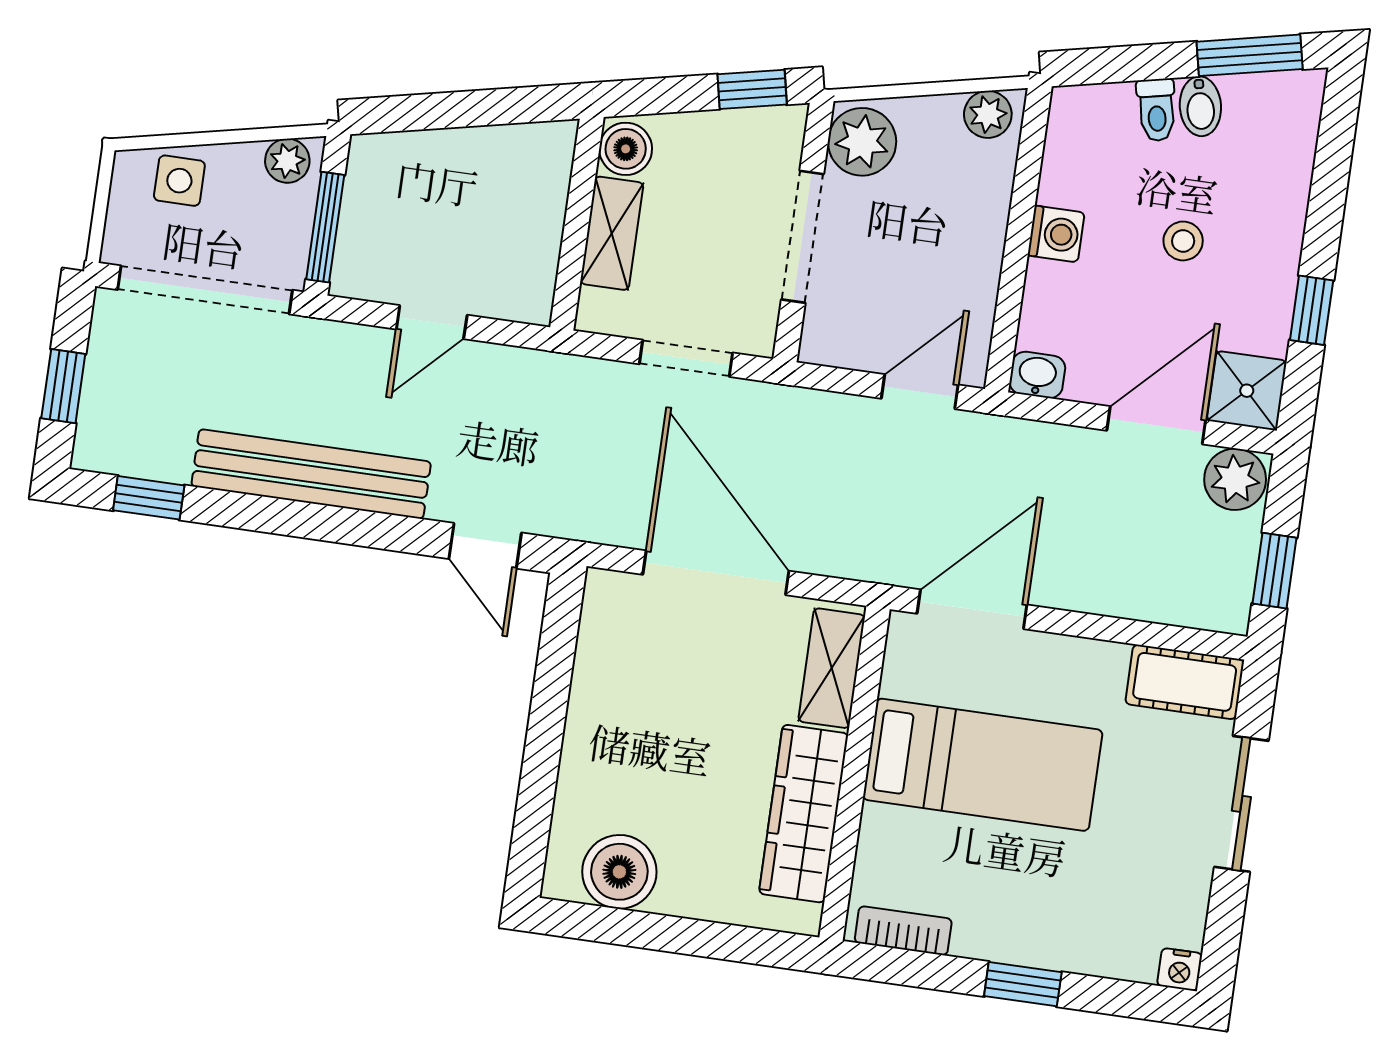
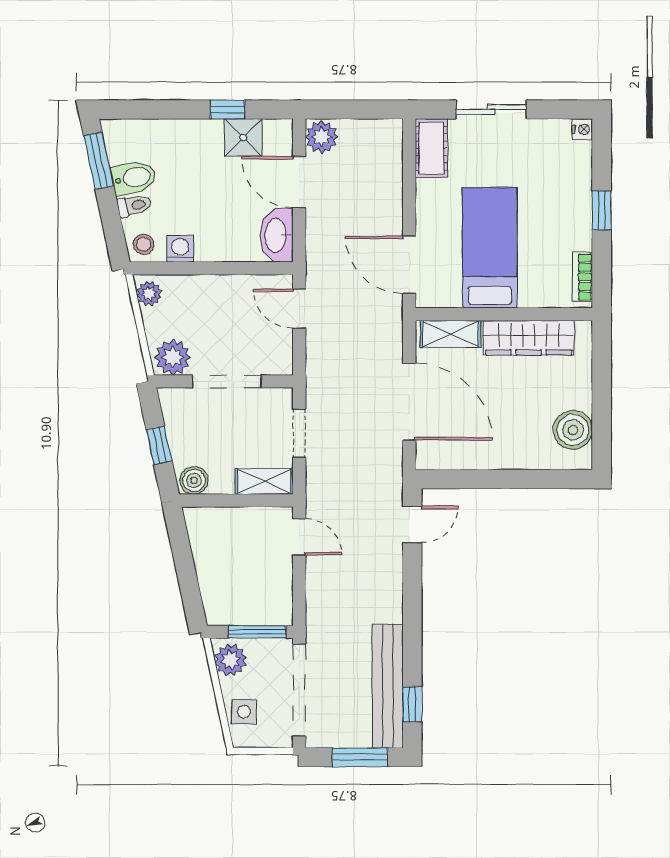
window: (752, 89) -> (159, 445), moved
bidet: (1200, 106) -> (134, 178), width x1.38, depth x1.36
plant: (287, 161) -> (231, 660), width x1.38, depth x1.38
shelving: (612, 233) -> (264, 481), moved
washing machine: (1056, 234) -> (180, 249), moved
stool: (1183, 241) -> (144, 244), moved
door: (432, 322) -> (299, 537), moved
washbasin: (1037, 375) -> (277, 235), width x1.91, depth x1.45
window: (63, 386) -> (360, 757), width x1.50
shower: (1247, 391) -> (243, 137), moved
bench: (311, 474) -> (388, 686), moved
window: (1274, 571) -> (366, 109), removed
door: (716, 573) -> (409, 402), swing flipped

